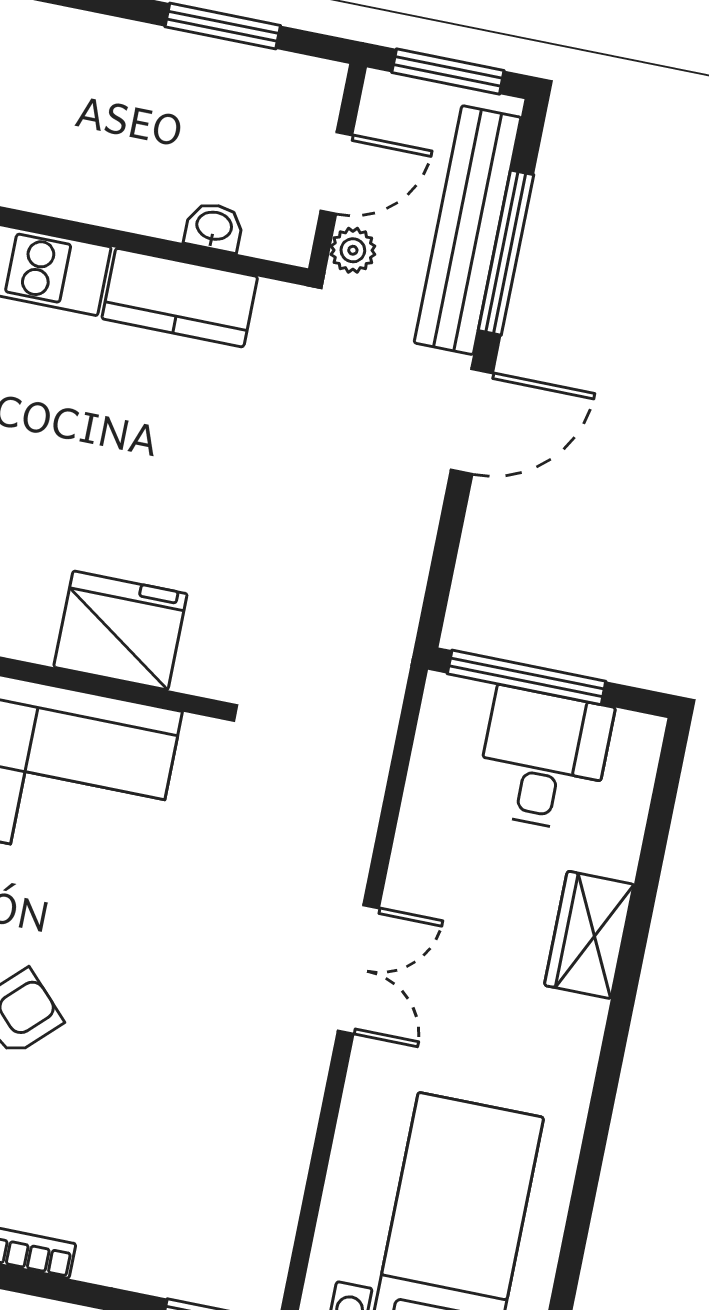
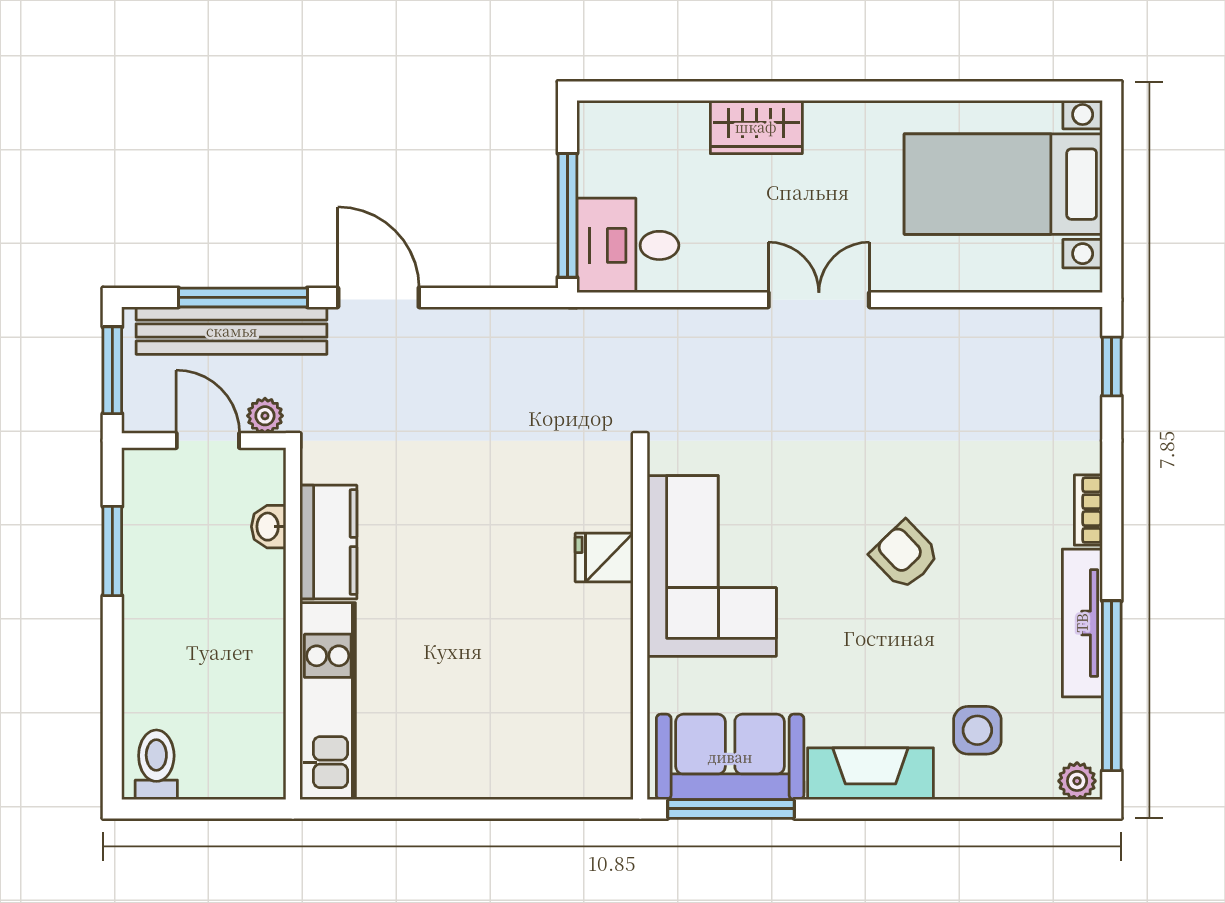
fridge: (120, 630) -> (604, 557), width x0.53, depth x0.75
desk: (544, 759) -> (628, 245), moved

